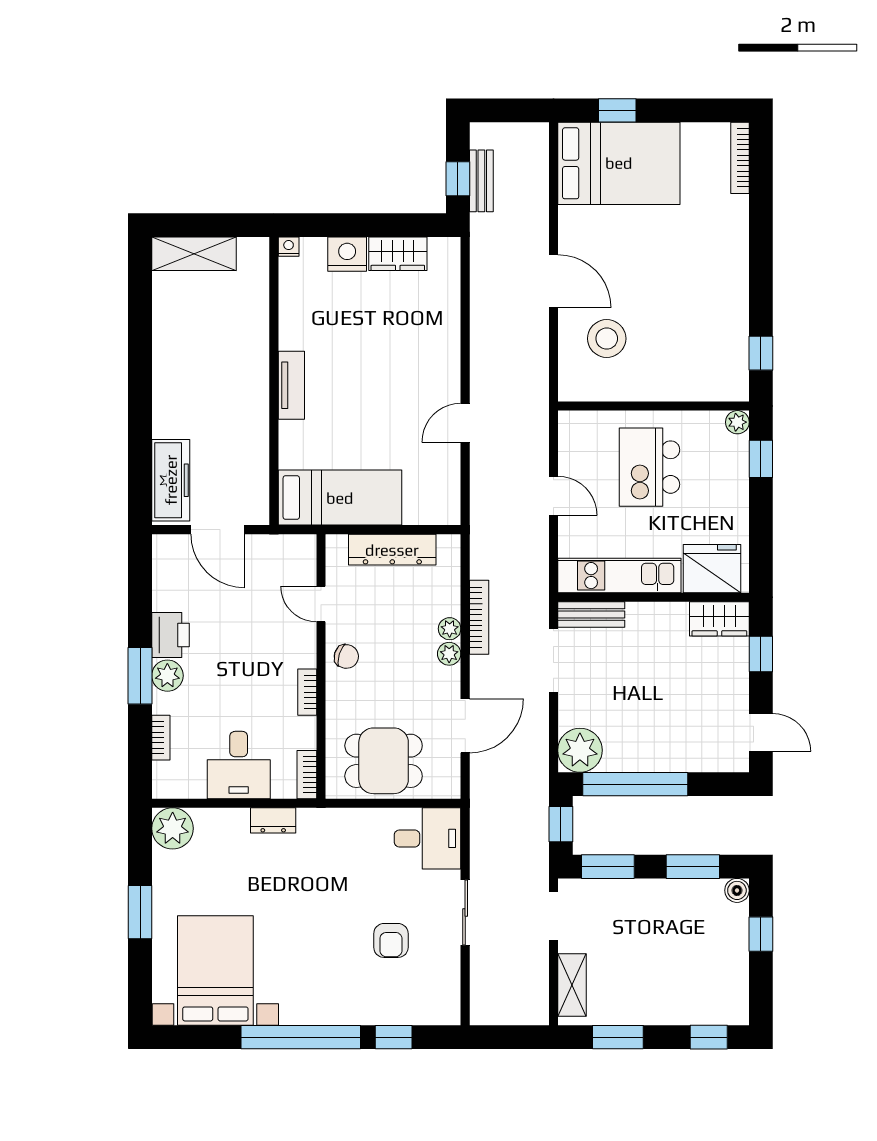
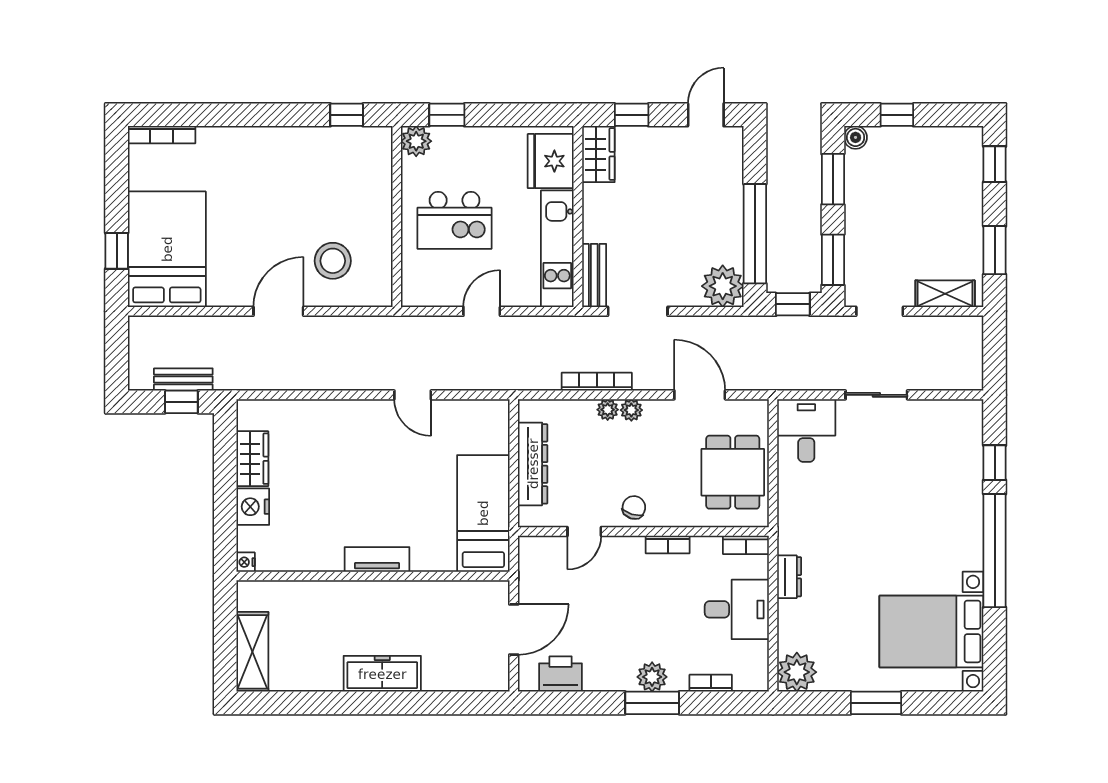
plant: (737, 422) -> (416, 141), width x1.38, depth x1.38
freezer: (171, 480) -> (382, 674), moved
printer: (170, 635) -> (561, 674), moved
armchair: (391, 940) -> (903, 465), removed

